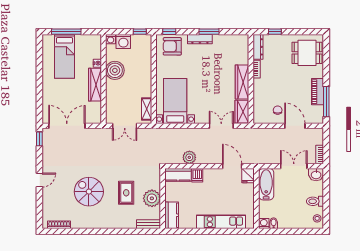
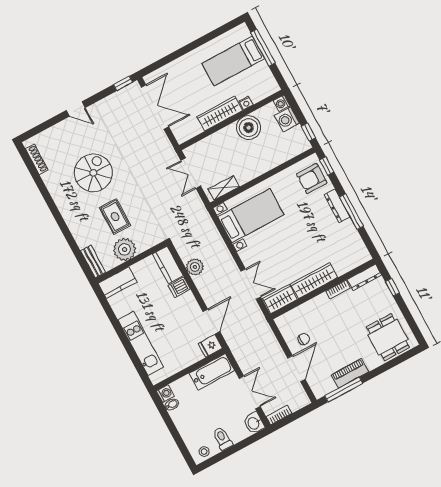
window: (209, 32) -> (351, 212), width x1.44
armchair: (172, 46) -> (312, 178), turned -90
rug: (126, 193) -> (115, 217), turned 90

